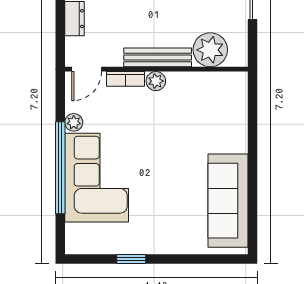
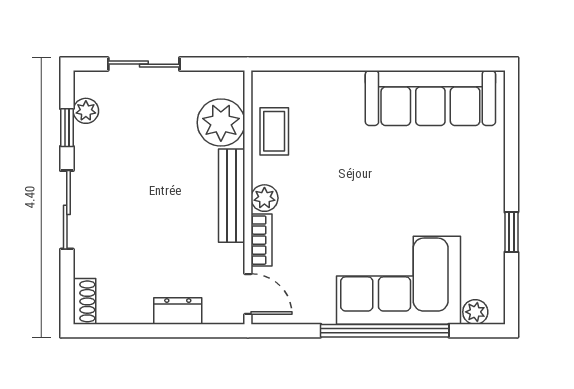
coffee table: (204, 88) -> (274, 131), added
plant: (74, 122) -> (475, 312), moved

